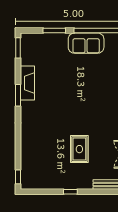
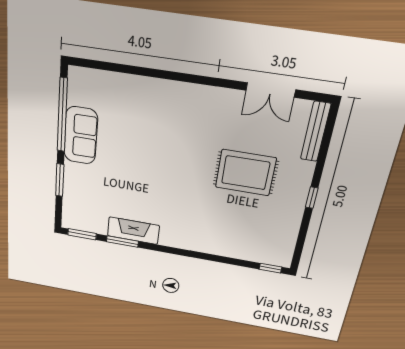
window: (18, 95) -> (122, 242), moved
rug: (79, 149) -> (246, 173), width x1.36, depth x1.43

